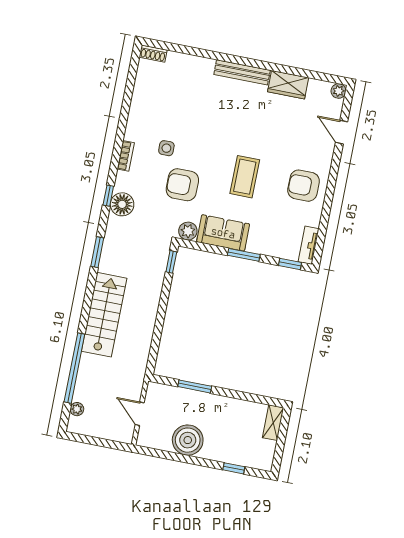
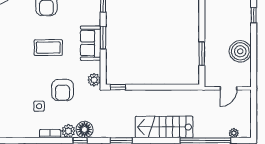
plant: (124, 182) -> (68, 131), added
sofa: (223, 233) -> (91, 43), moved

